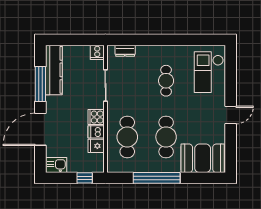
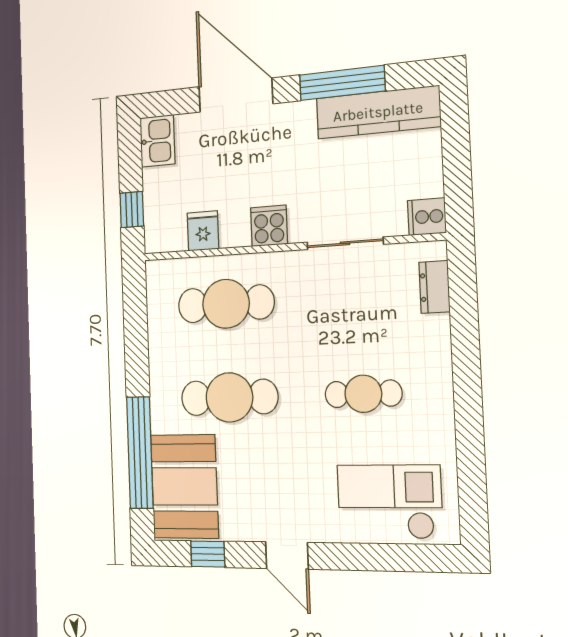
dishwasher: (96, 132) -> (235, 229), removed
window: (231, 149) -> (208, 554), added
window: (157, 178) -> (140, 453), moved

